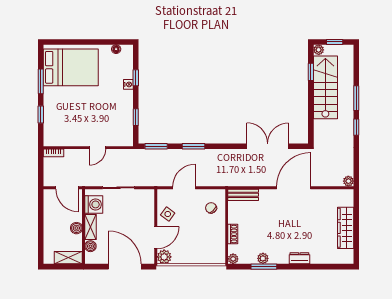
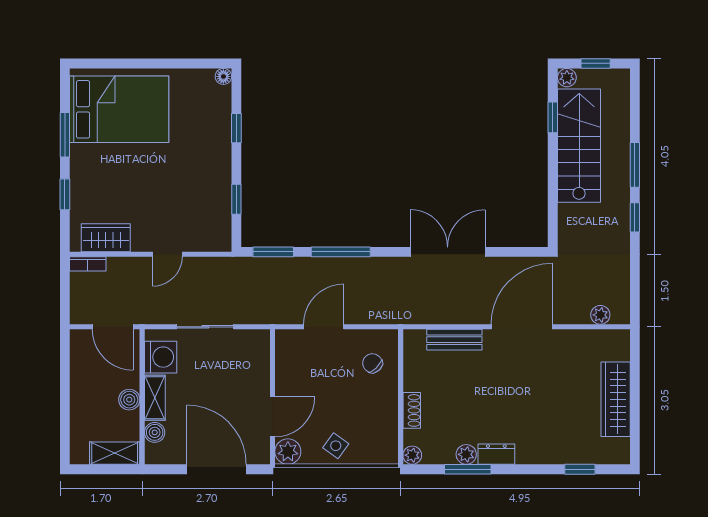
floor lamp: (116, 49) -> (223, 76), moved
nightstand: (128, 84) -> (223, 140), removed
wardrobe: (63, 138) -> (106, 238), added
window: (193, 146) -> (341, 252), width x1.44
double door: (268, 146) -> (448, 252), moved
plant: (348, 181) -> (600, 315), moved
bench: (243, 195) -> (454, 340), moved
side table: (168, 214) -> (336, 446), moved
dresser: (299, 258) -> (496, 454), moved
window: (326, 267) -> (580, 469), added

